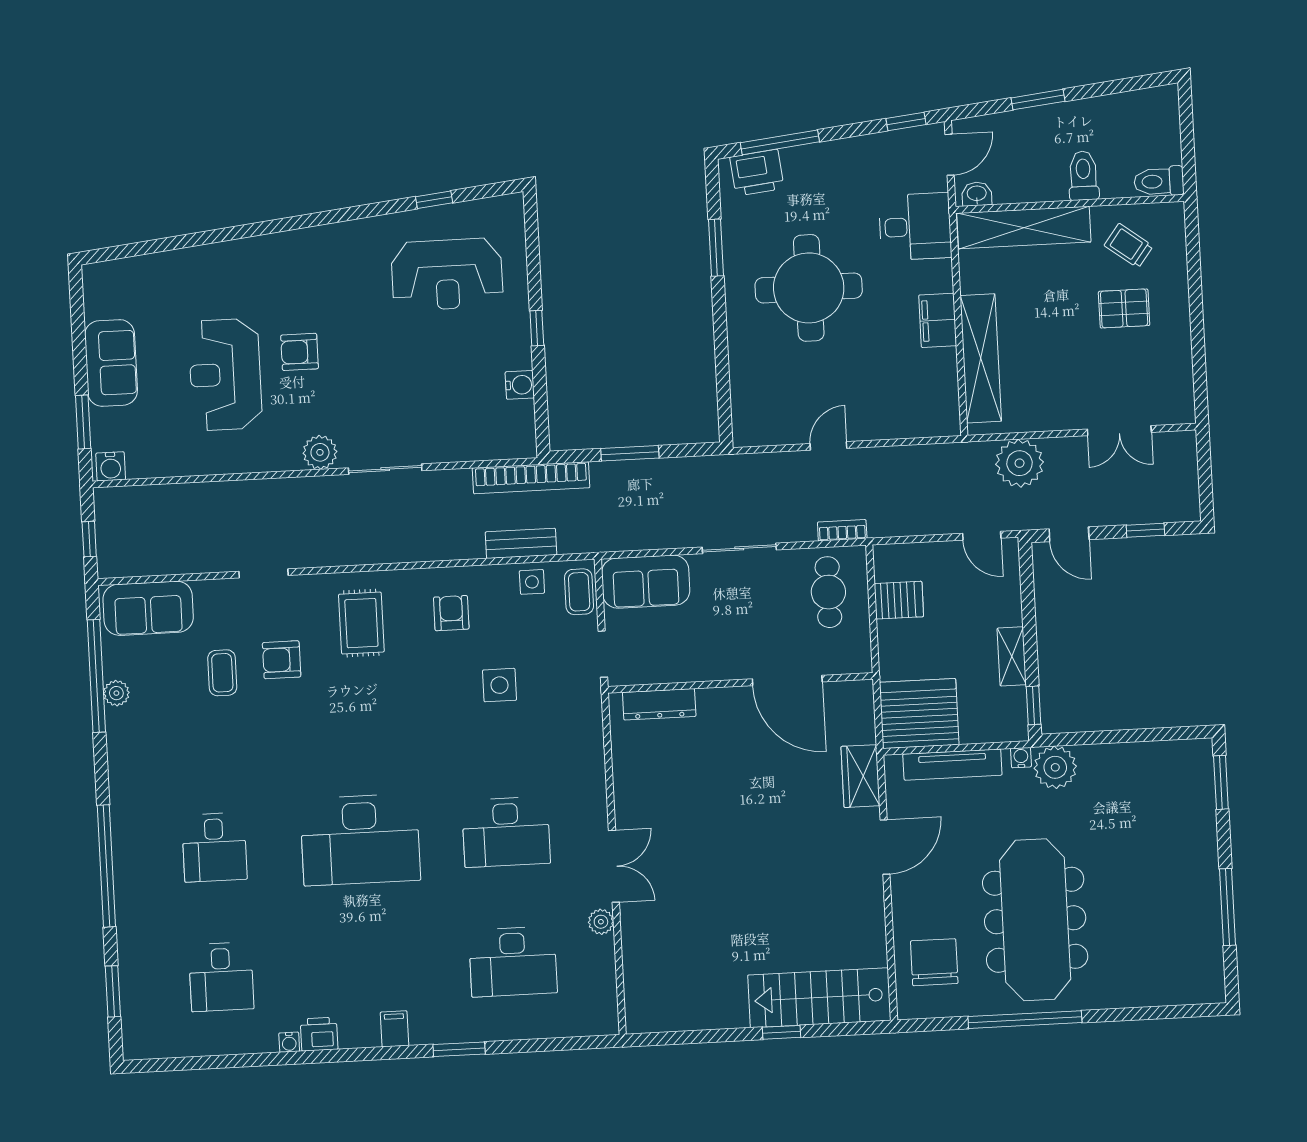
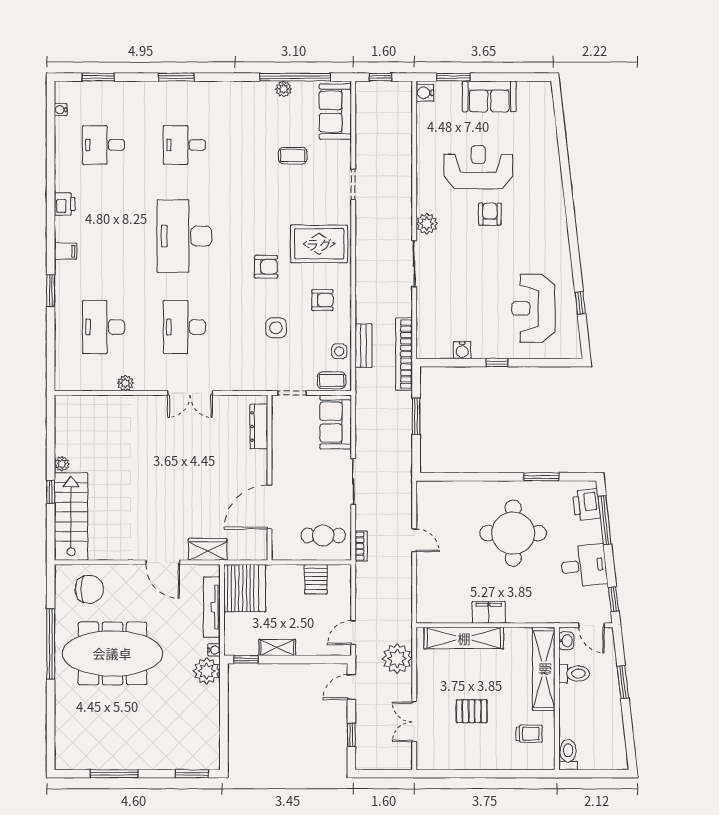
toilet: (1083, 176) -> (574, 674), moved
desk: (915, 227) -> (584, 566), moved, turned -96
trolley: (1129, 246) -> (529, 734), turned 53
pallet: (1124, 308) -> (472, 711), moved, turned 90
rug: (361, 623) -> (319, 244), width x1.36, depth x1.43
armchair: (282, 660) -> (266, 267), moved, turned 90
window: (106, 866) -> (176, 77), width x0.47
double door: (614, 866) -> (190, 393), moved
plant: (736, 1017) -> (62, 464), added
water cooler: (289, 1042) -> (61, 110), moved

